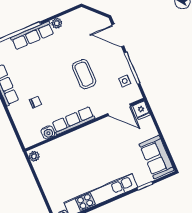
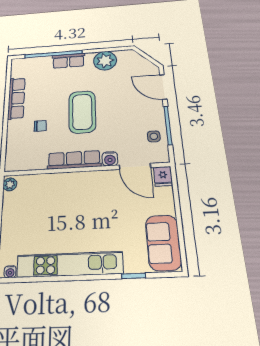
plant: (57, 23) -> (105, 61), width x1.87, depth x1.87
row of seats: (32, 36) -> (68, 61), width x0.68
coffee table: (84, 74) -> (82, 112), moved, width x1.36, depth x1.32
water cooler: (48, 132) -> (110, 159), moved

